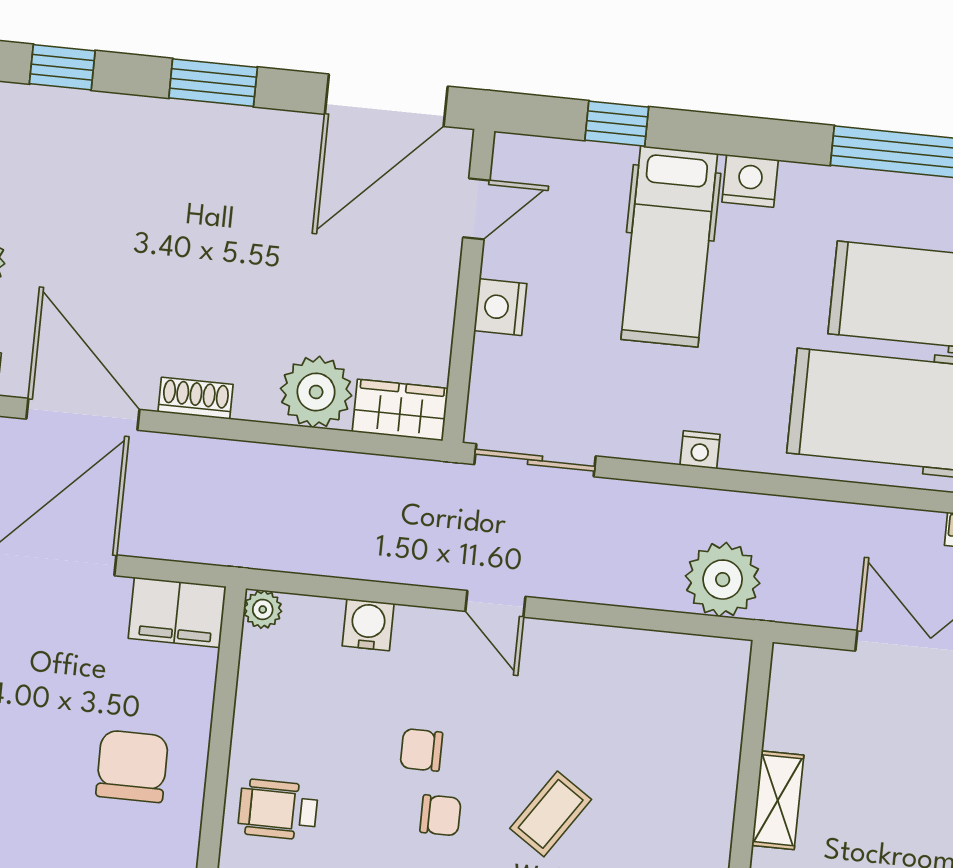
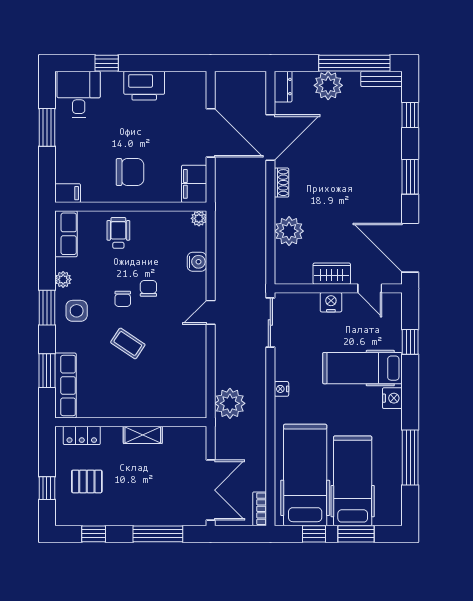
wardrobe: (400, 410) -> (332, 274), moved, turned -90

